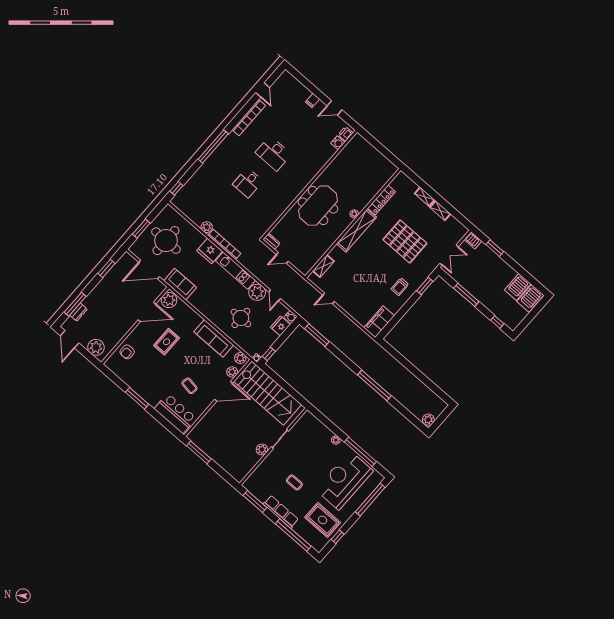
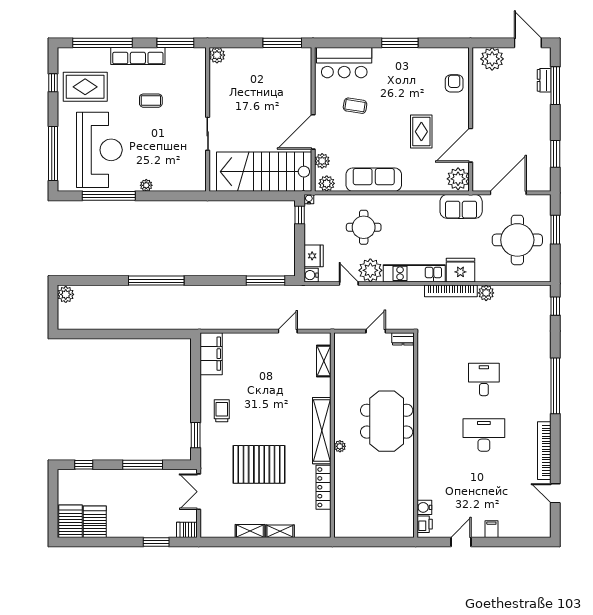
plant: (262, 449) -> (217, 55), moved

